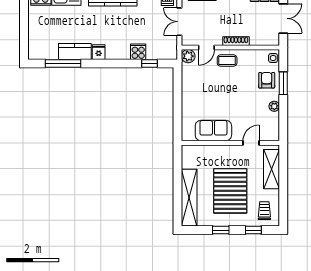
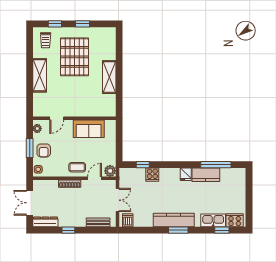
sofa: (213, 131) -> (89, 129), moved
wall: (230, 143) -> (74, 118), moved
door: (251, 143) -> (57, 118), moved
shelving: (189, 198) -> (109, 77), moved, width x0.68

